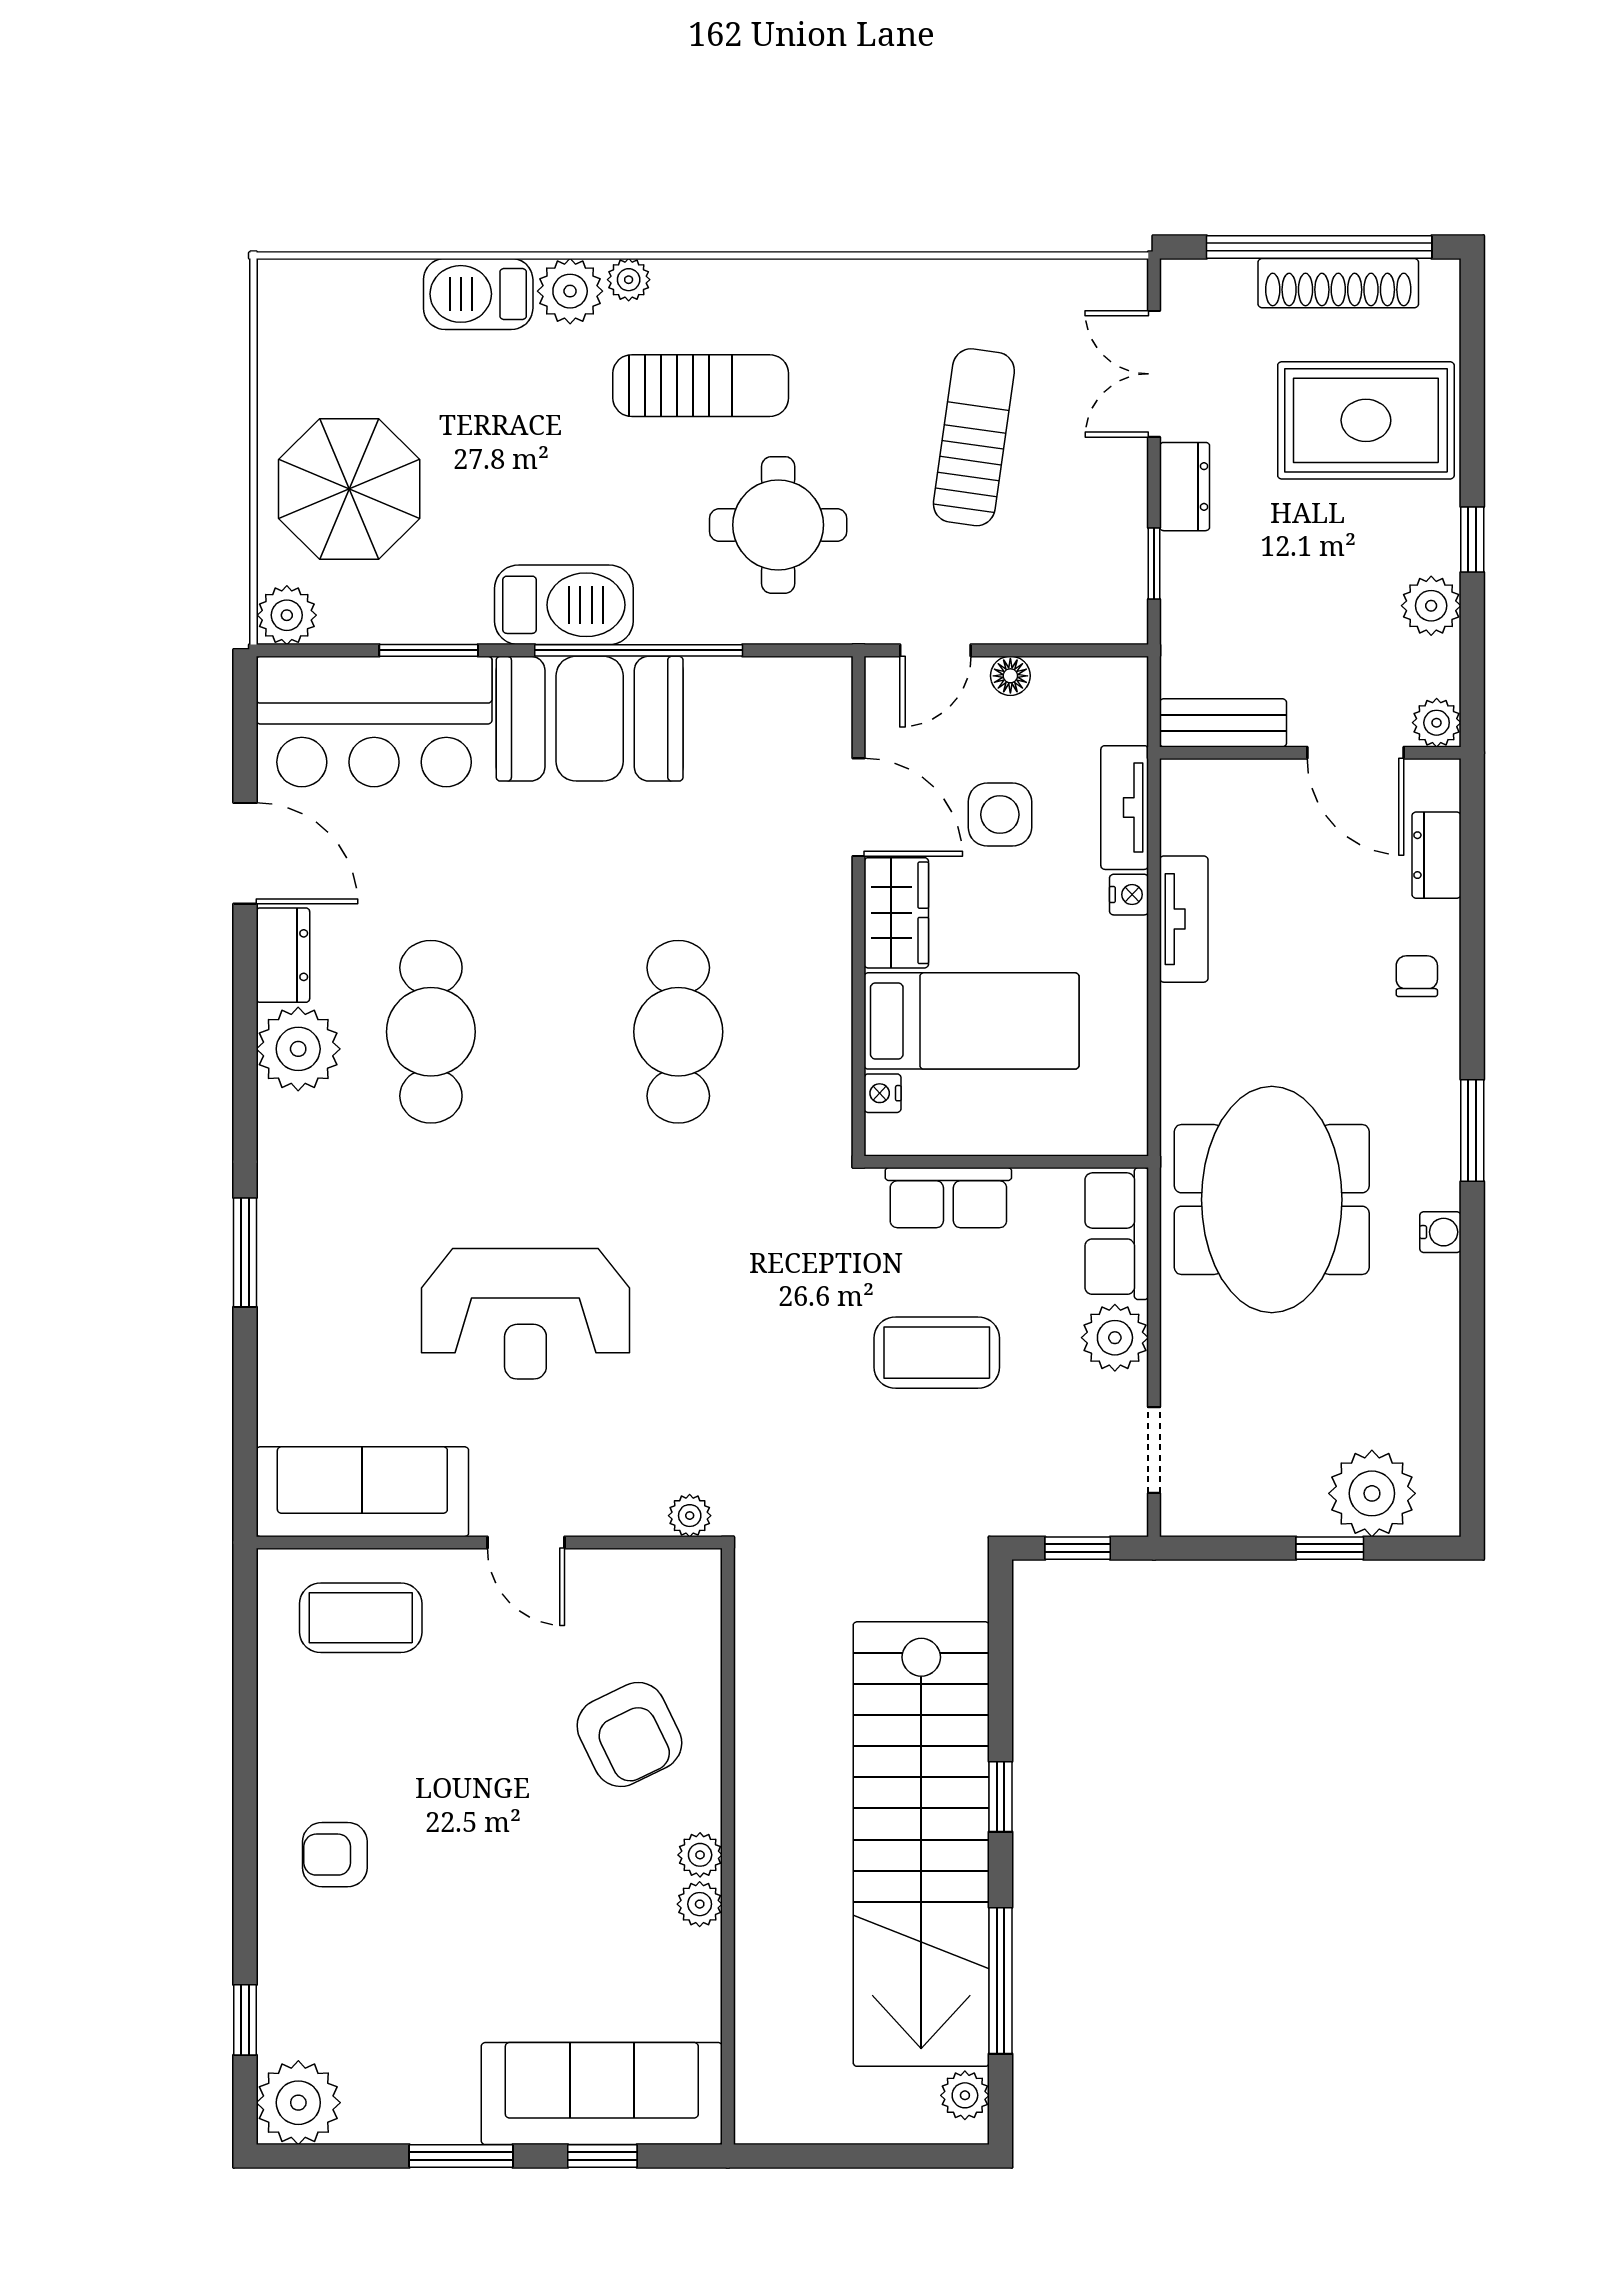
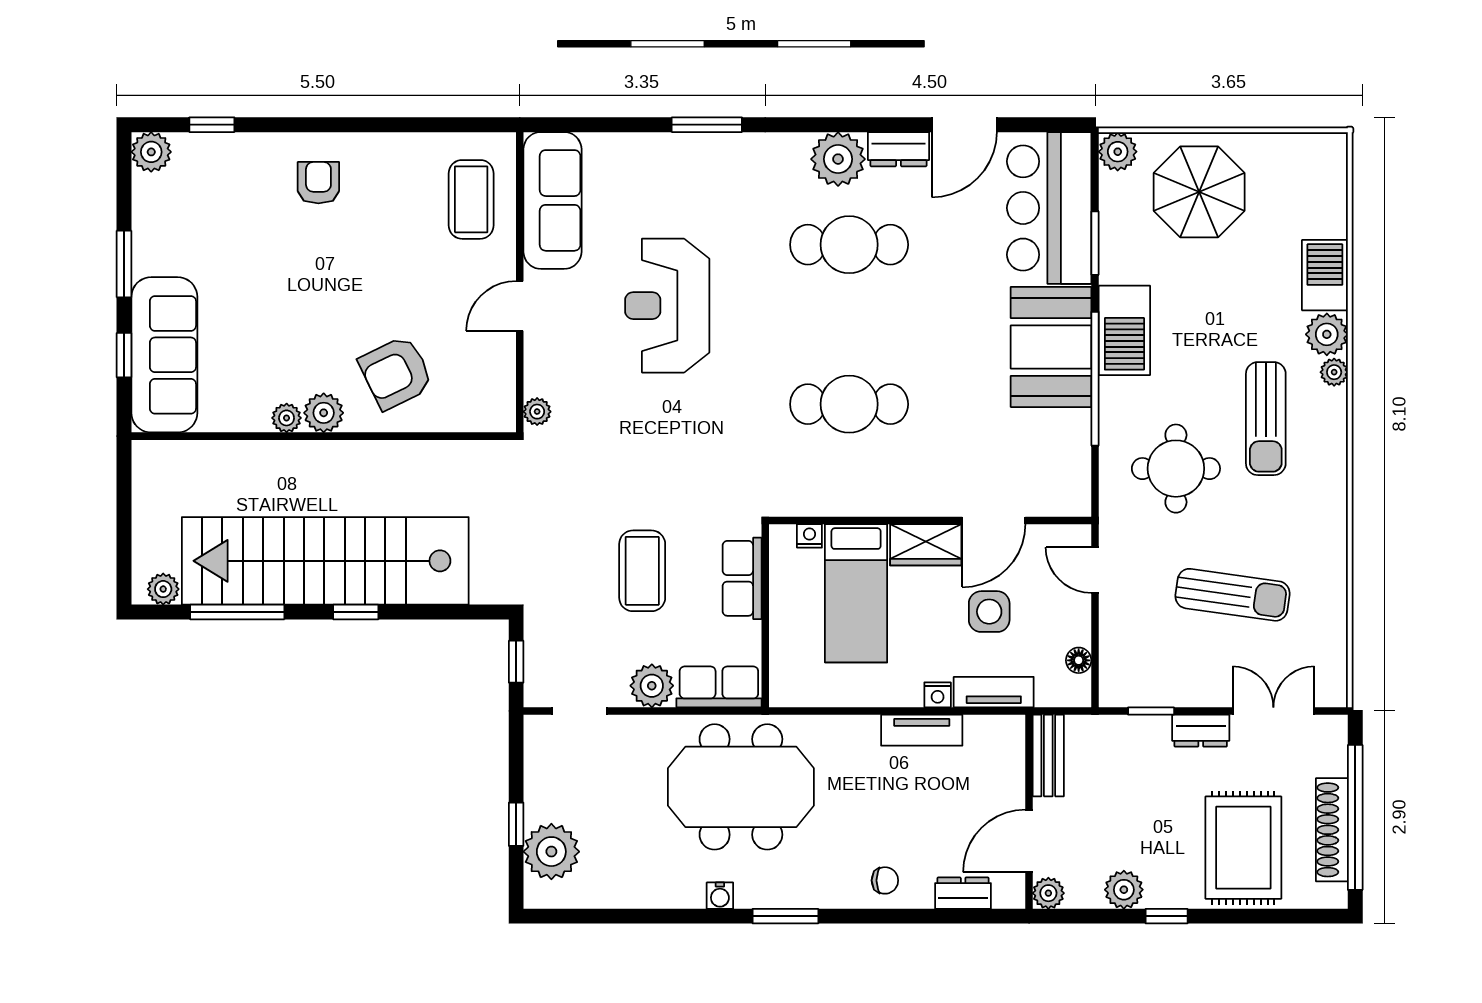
floor lamp: (1010, 676) -> (1079, 660), moved
plant: (700, 1855) -> (324, 413), width x1.38, depth x1.38
plant: (298, 2103) -> (151, 152), width x0.73, depth x0.73

